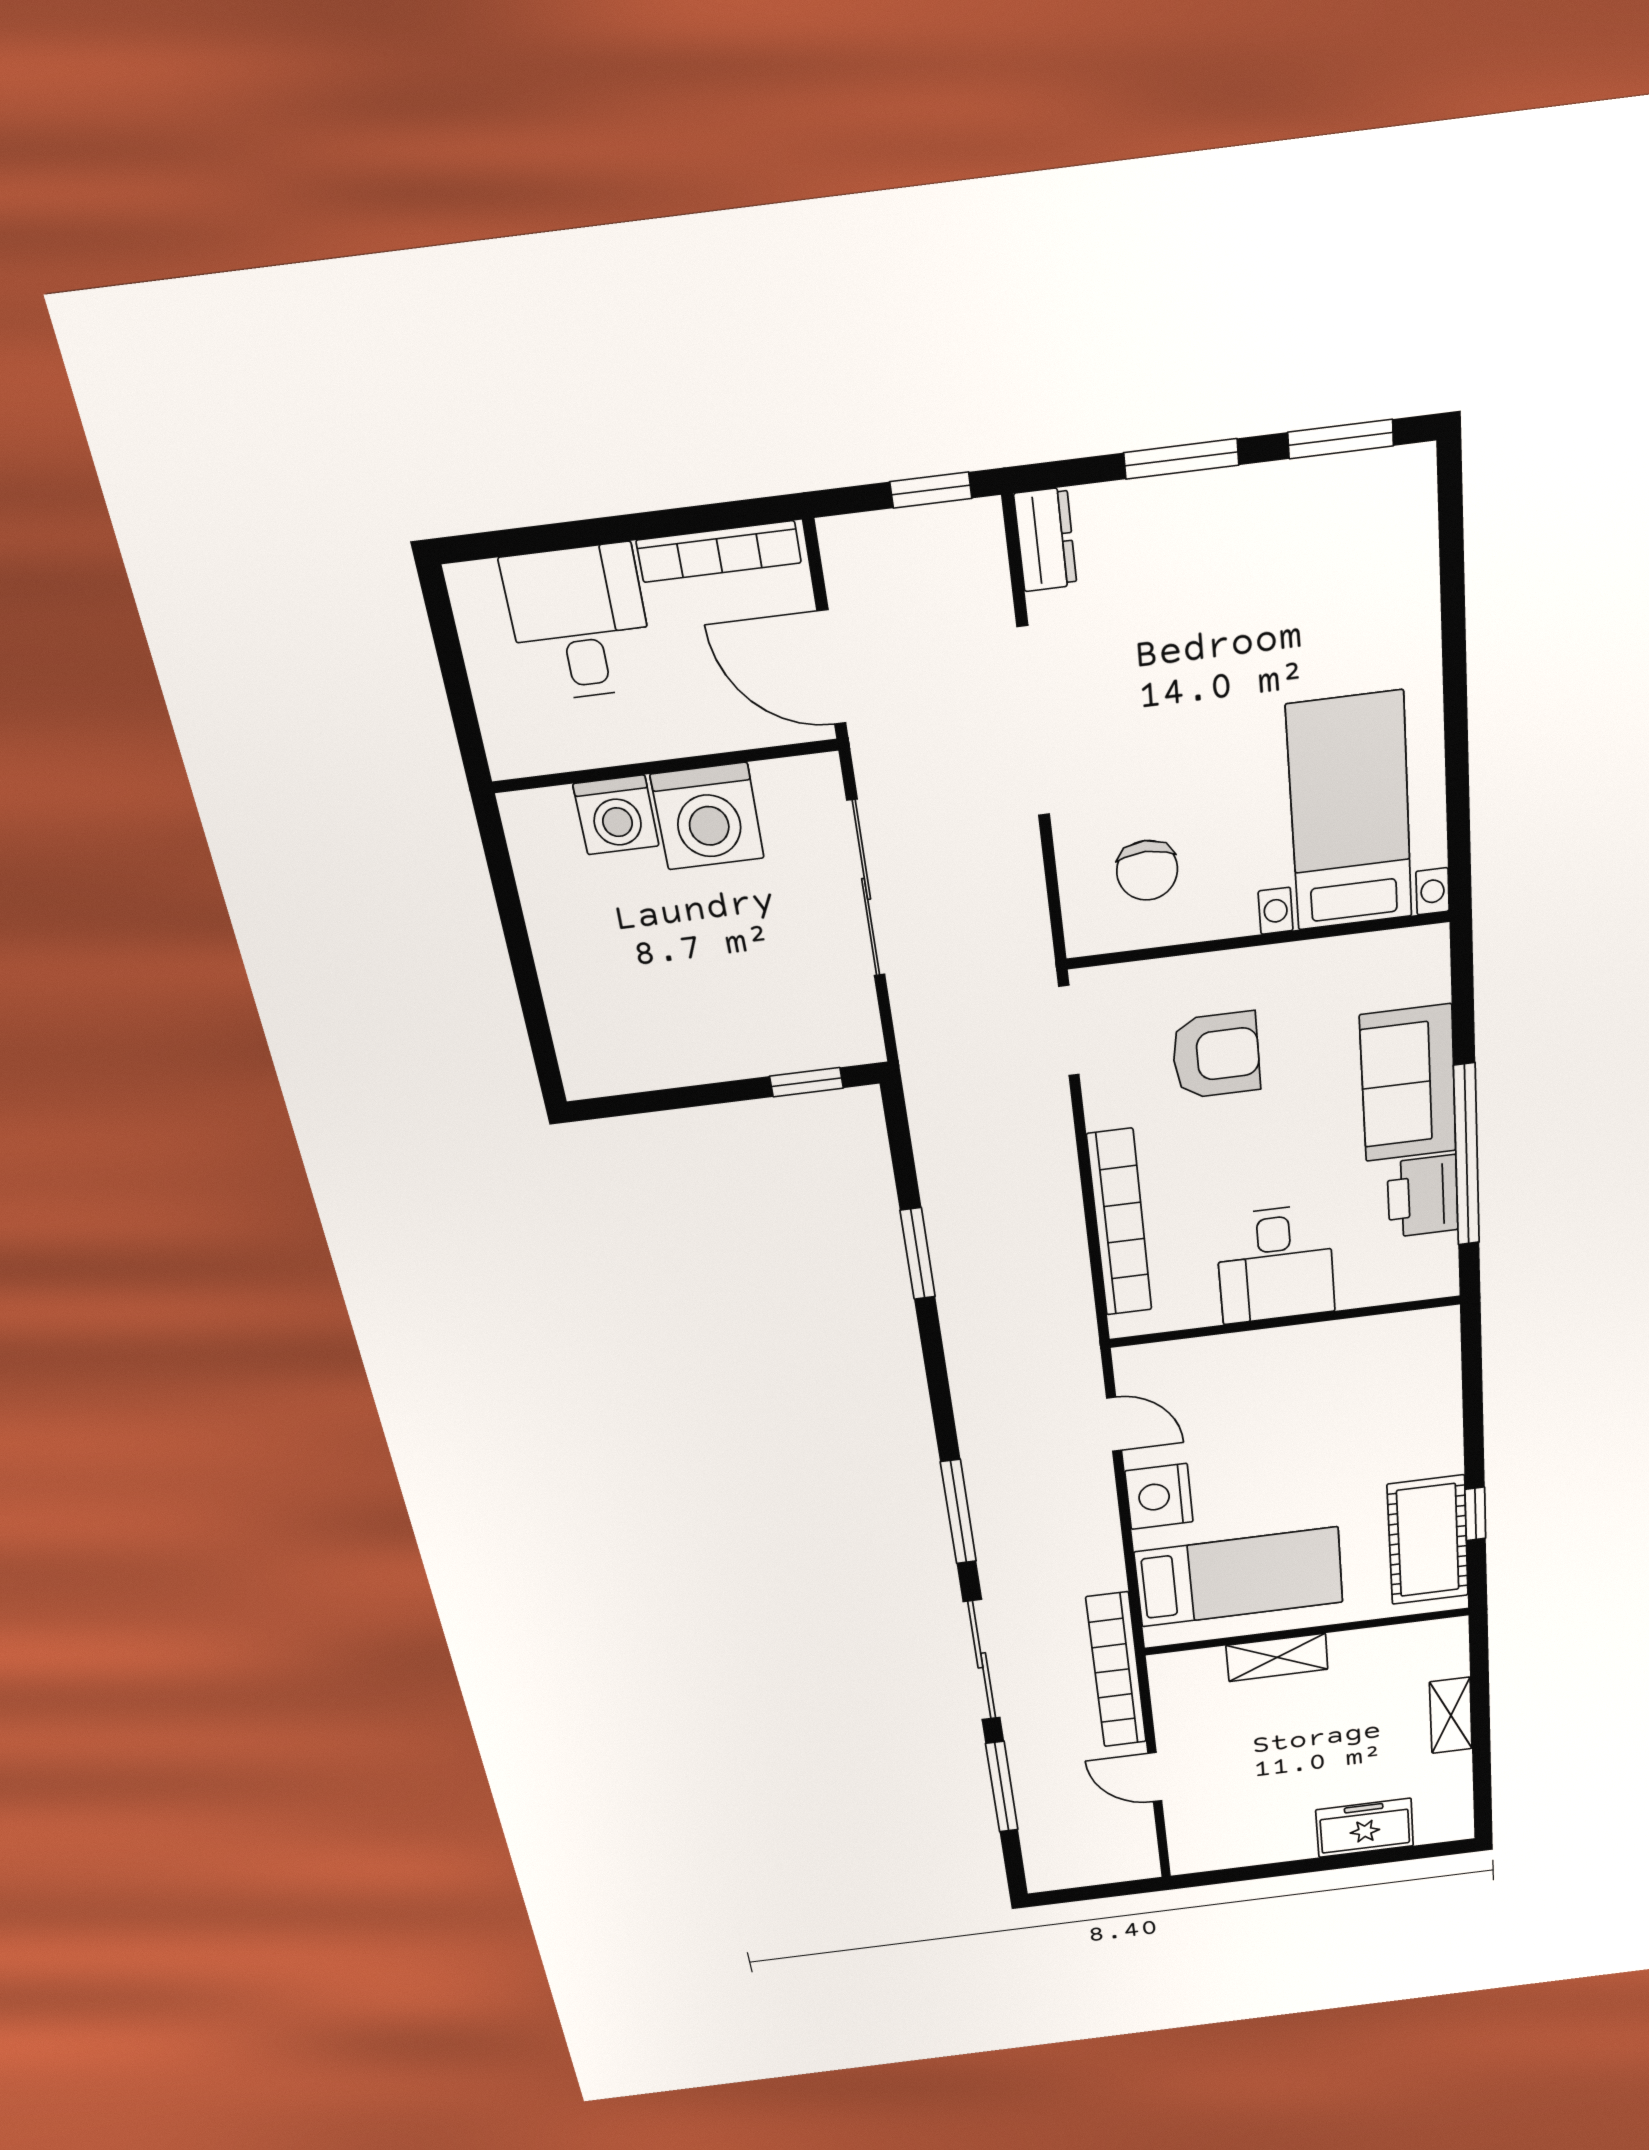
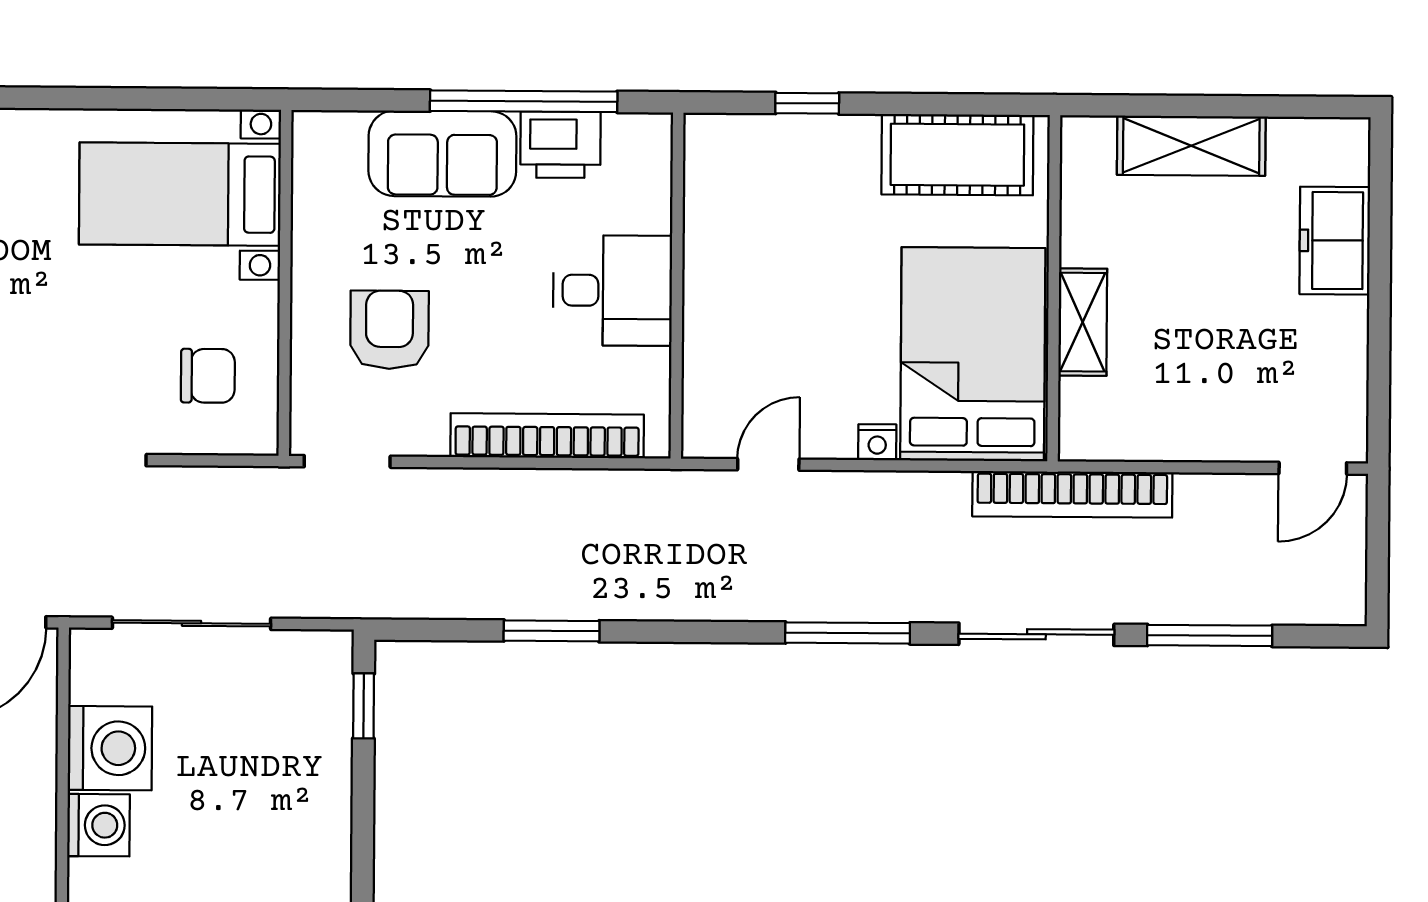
nightstand: (1159, 1497) -> (877, 442), width x0.53, depth x0.56
window: (1475, 1514) -> (807, 103), moved
bed: (1239, 1577) -> (973, 354), width x1.50
shelving: (1451, 1715) -> (1191, 146), width x1.50, depth x1.33
door: (1155, 1777) -> (1313, 468), moved

